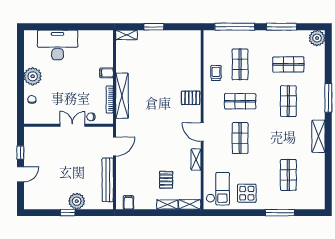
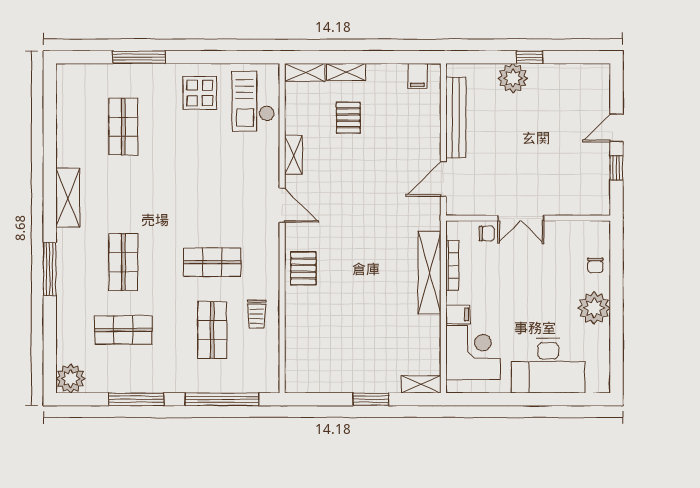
corner desk: (98, 52) -> (473, 352), added
pallet: (191, 98) -> (303, 268), turned 90
shop shelf: (240, 138) -> (212, 194), removed

